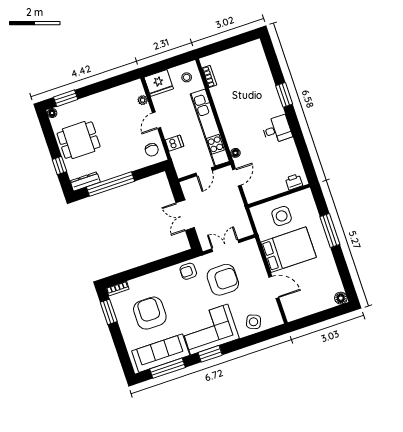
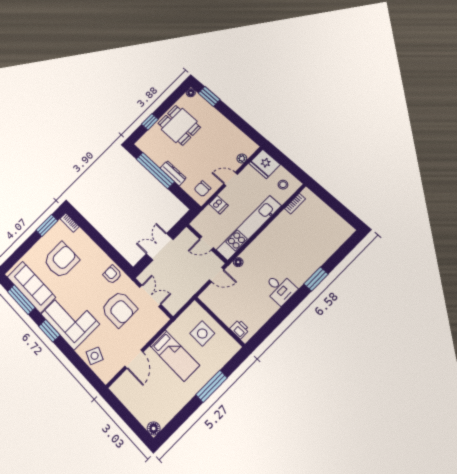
dresser: (85, 181) -> (173, 173), moved
bed: (288, 250) -> (175, 355), width x0.67

